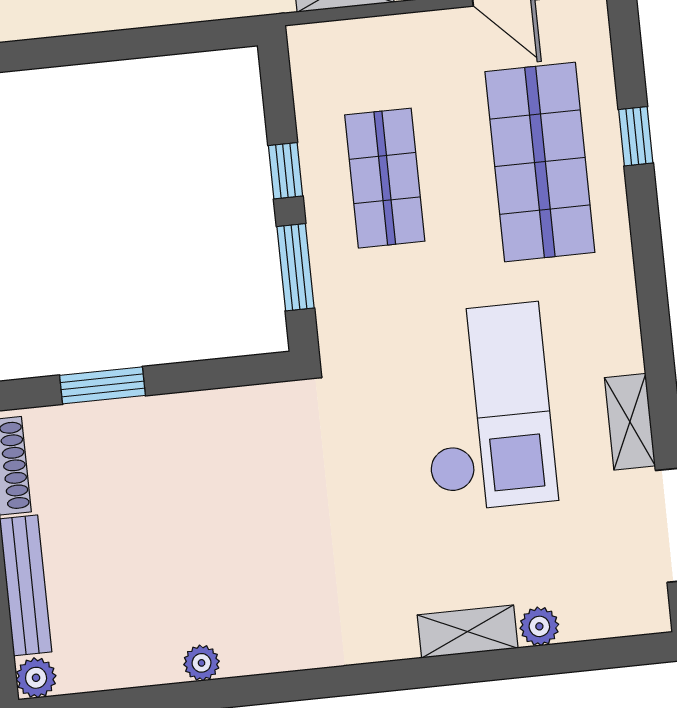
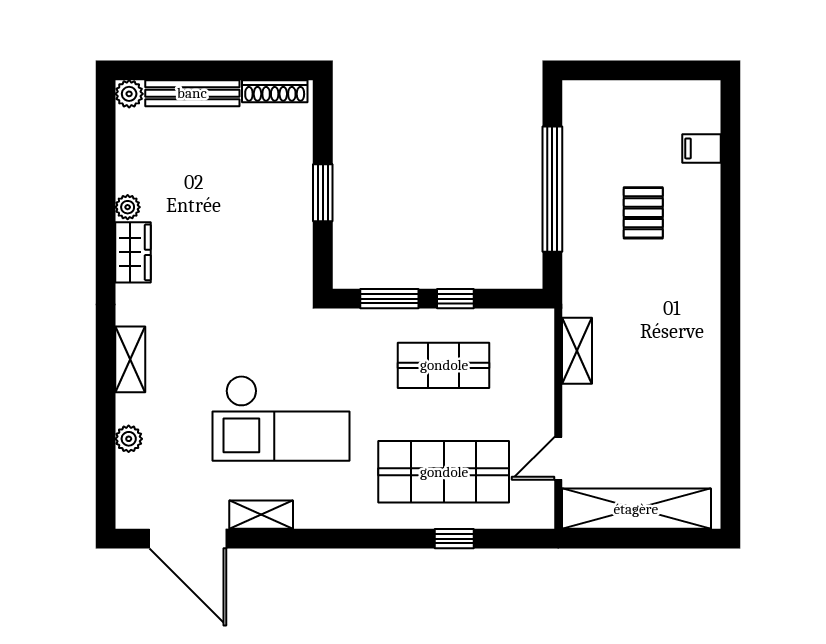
window: (111, 46) -> (552, 189), added
window: (103, 385) -> (323, 193), moved
shelving: (468, 632) -> (130, 359), moved
wardrobe: (267, 648) -> (133, 252), added

